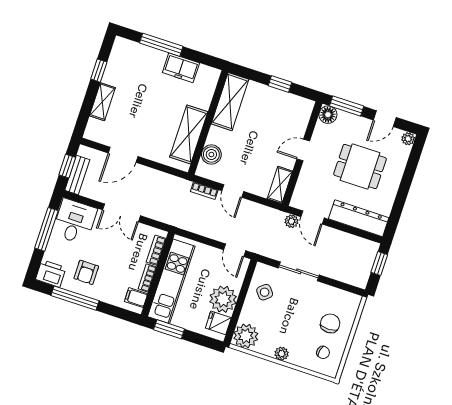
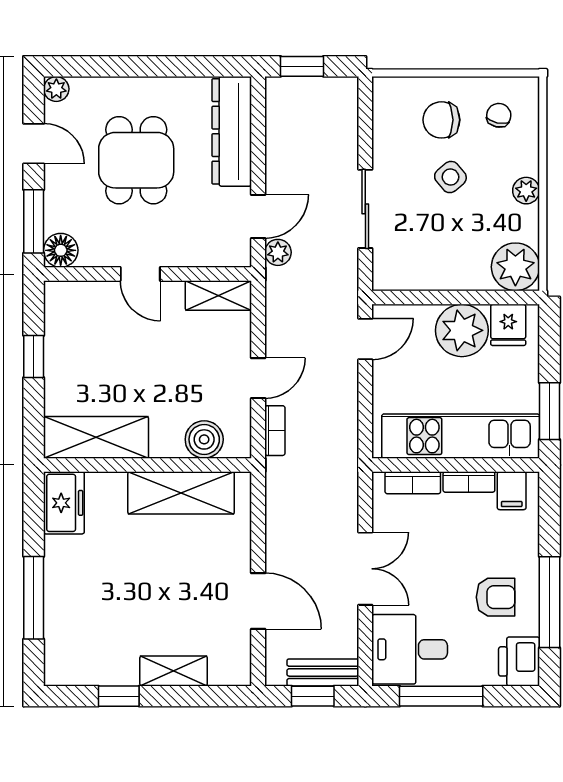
freezer: (181, 68) -> (64, 503), moved
side table: (265, 292) -> (450, 177), moved

